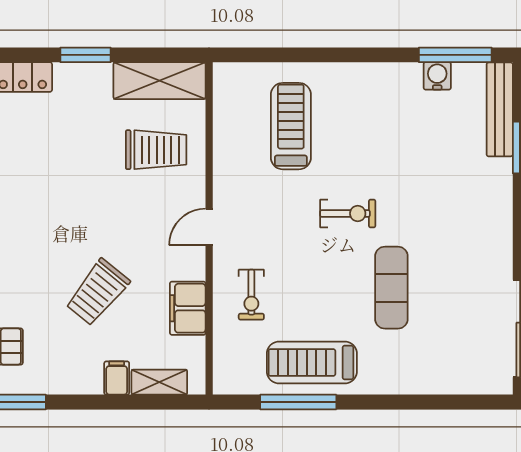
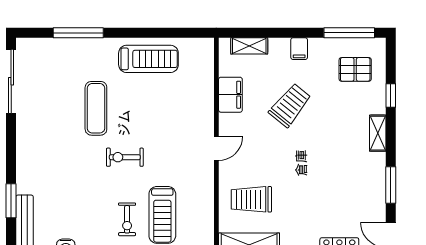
exercise bike: (251, 295) -> (127, 219), moved, turned 180
filing cabinet: (117, 378) -> (299, 49), moved
window: (298, 402) -> (78, 33), moved

